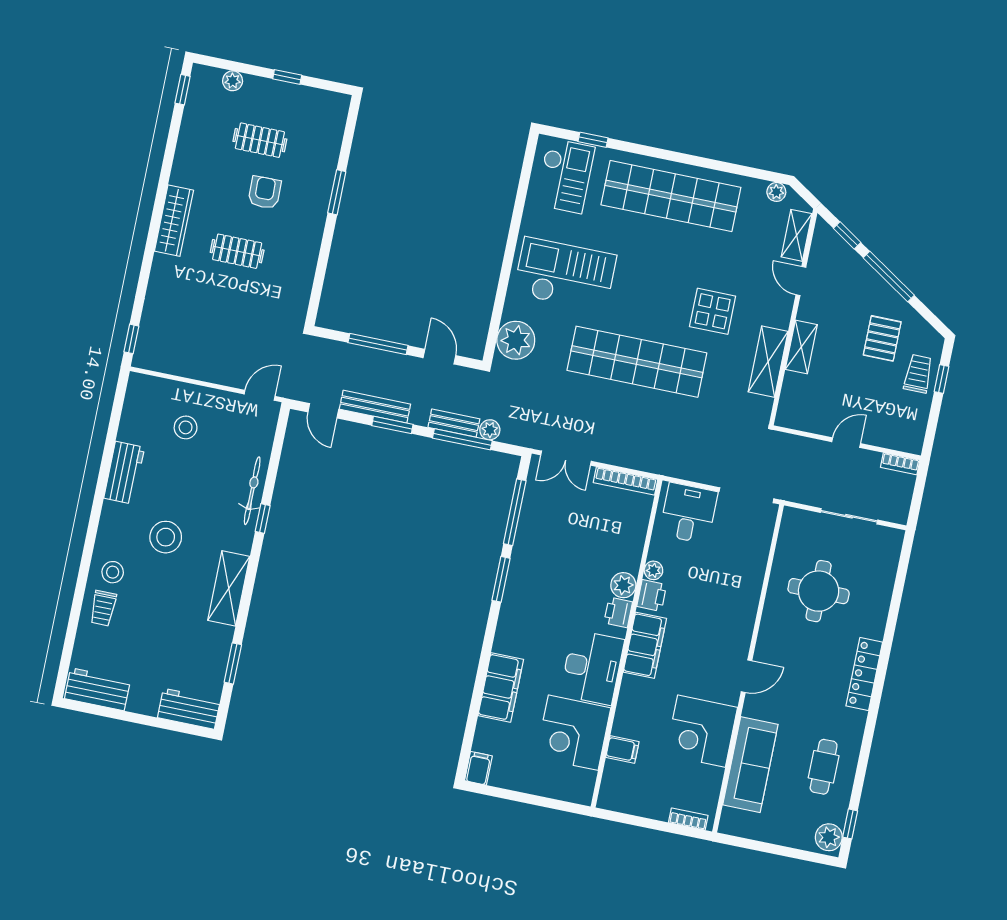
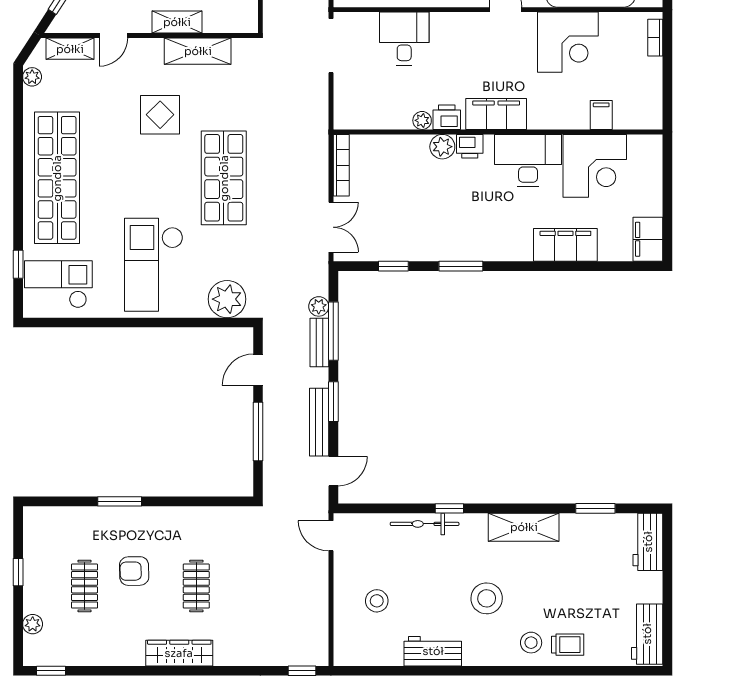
shop shelf: (637, 362) -> (224, 178), width x0.71
window: (515, 512) -> (393, 266), width x0.46
desk: (688, 513) -> (404, 38), moved, turned 90
filing cabinet: (478, 768) -> (648, 239), width x2.00

